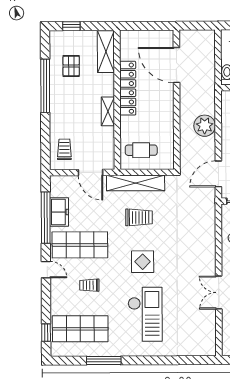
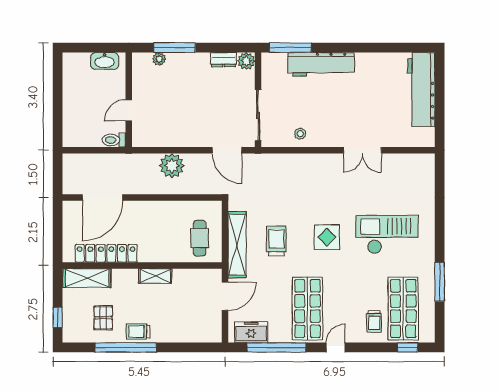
pallet: (71, 66) -> (103, 318), turned 90
locker: (128, 88) -> (106, 253), moved
trolley: (64, 149) -> (138, 331), moved
freezer: (59, 212) -> (251, 332), moved
trolley: (89, 285) -> (374, 321), moved

